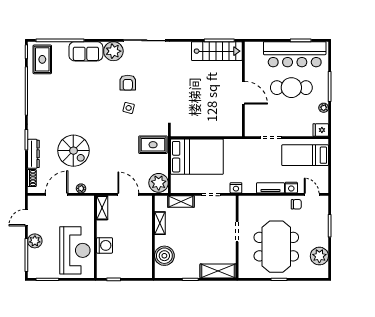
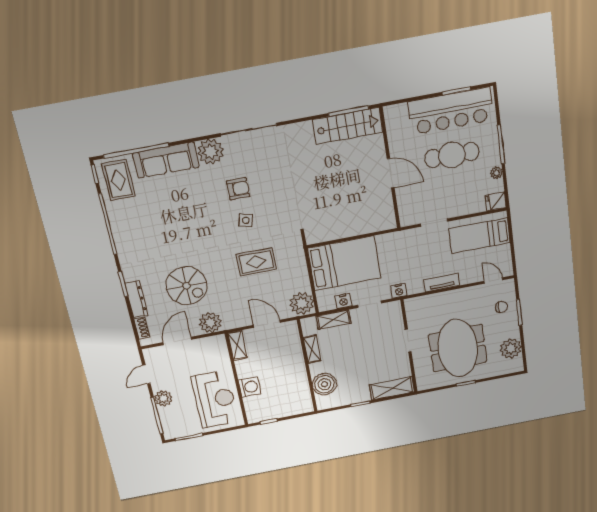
sofa: (86, 51) -> (166, 160), width x1.36
armchair: (128, 83) -> (238, 189), turned -90
rug: (153, 145) -> (256, 262), moved
plant: (81, 188) -> (210, 323), width x1.87, depth x1.87
nightstand: (291, 188) -> (343, 301), moved
chair: (296, 204) -> (502, 307), moved

